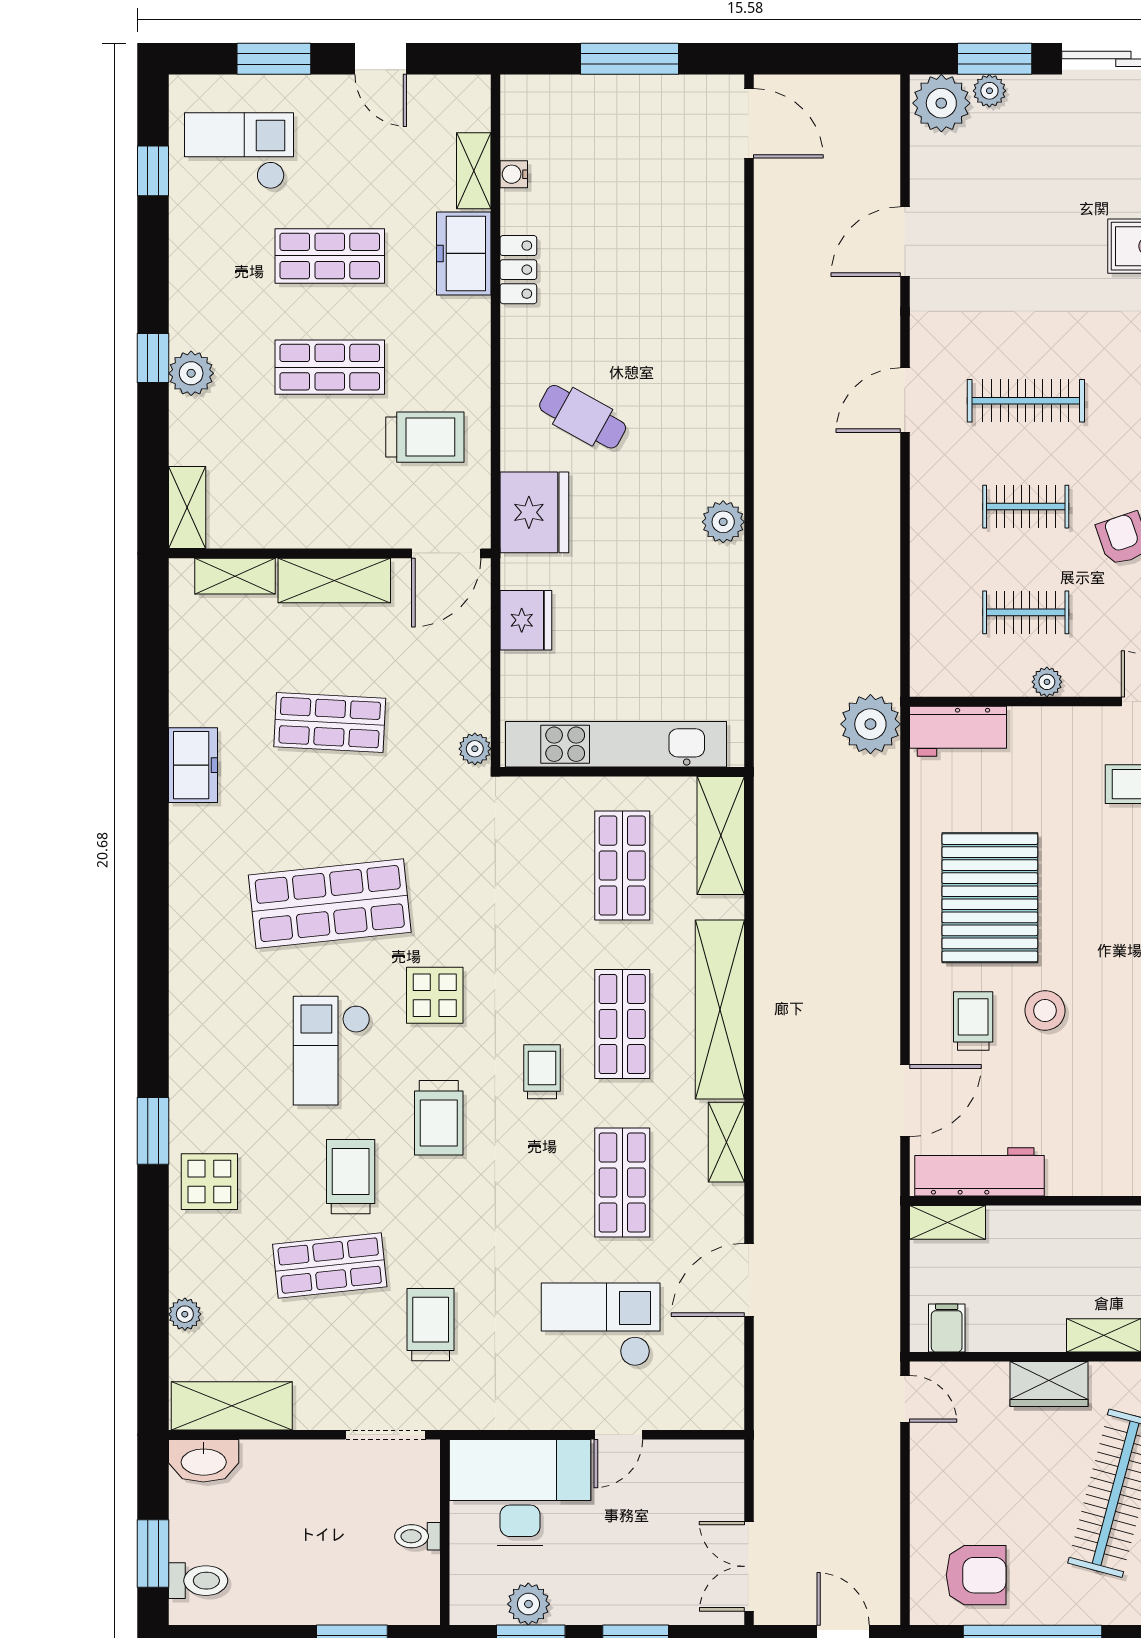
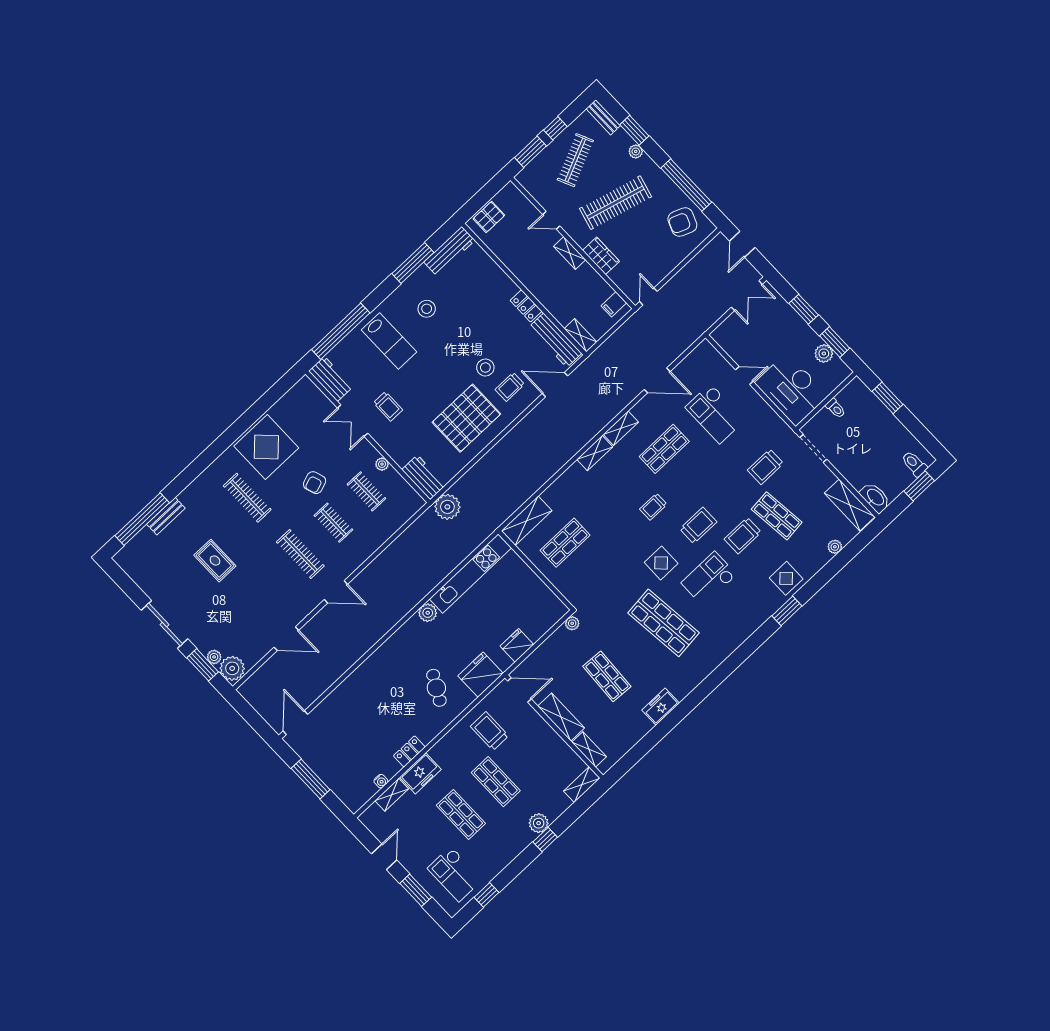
kitchen unit: (616, 744) -> (470, 573), moved, turned -90
shelving: (720, 1009) -> (595, 453), width x0.45, depth x0.75
shop shelf: (622, 1024) -> (615, 496), removed
checkout: (332, 1051) -> (709, 579), turned 180
locker: (1084, 1177) -> (526, 306), added
armchair: (976, 1575) -> (682, 222), turned -68

